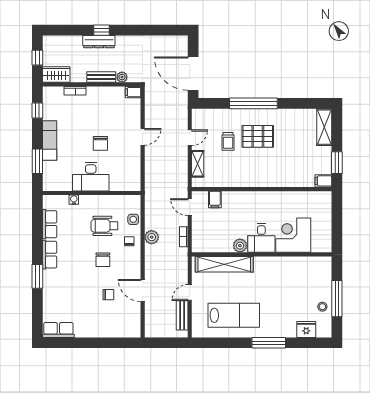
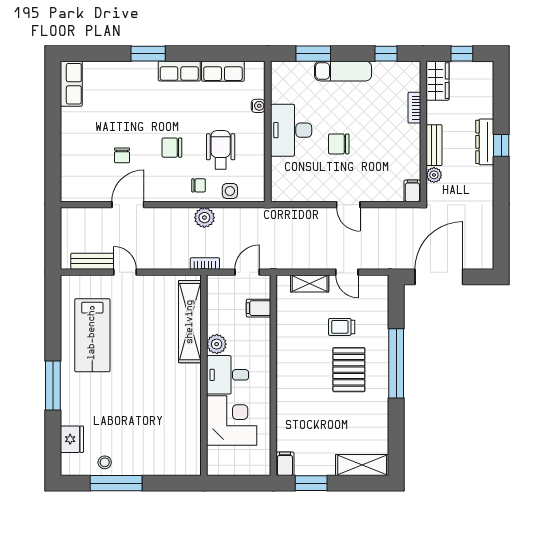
corner desk: (293, 235) -> (232, 421), moved
desk: (261, 238) -> (228, 375), moved
plant: (240, 246) -> (217, 344), moved
wall: (262, 254) -> (204, 375), moved
shelving: (224, 264) -> (190, 322), moved

